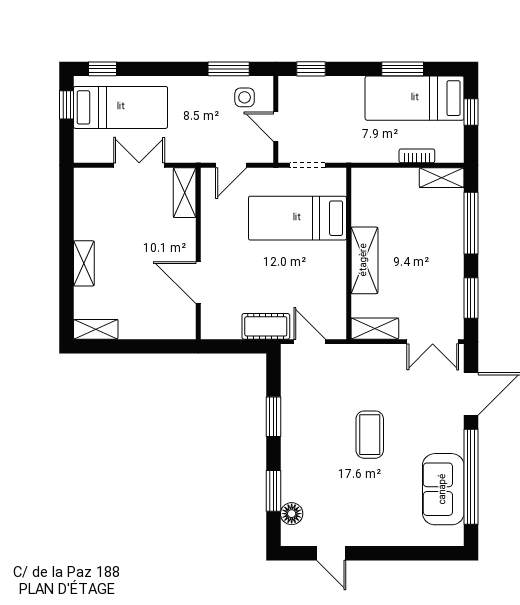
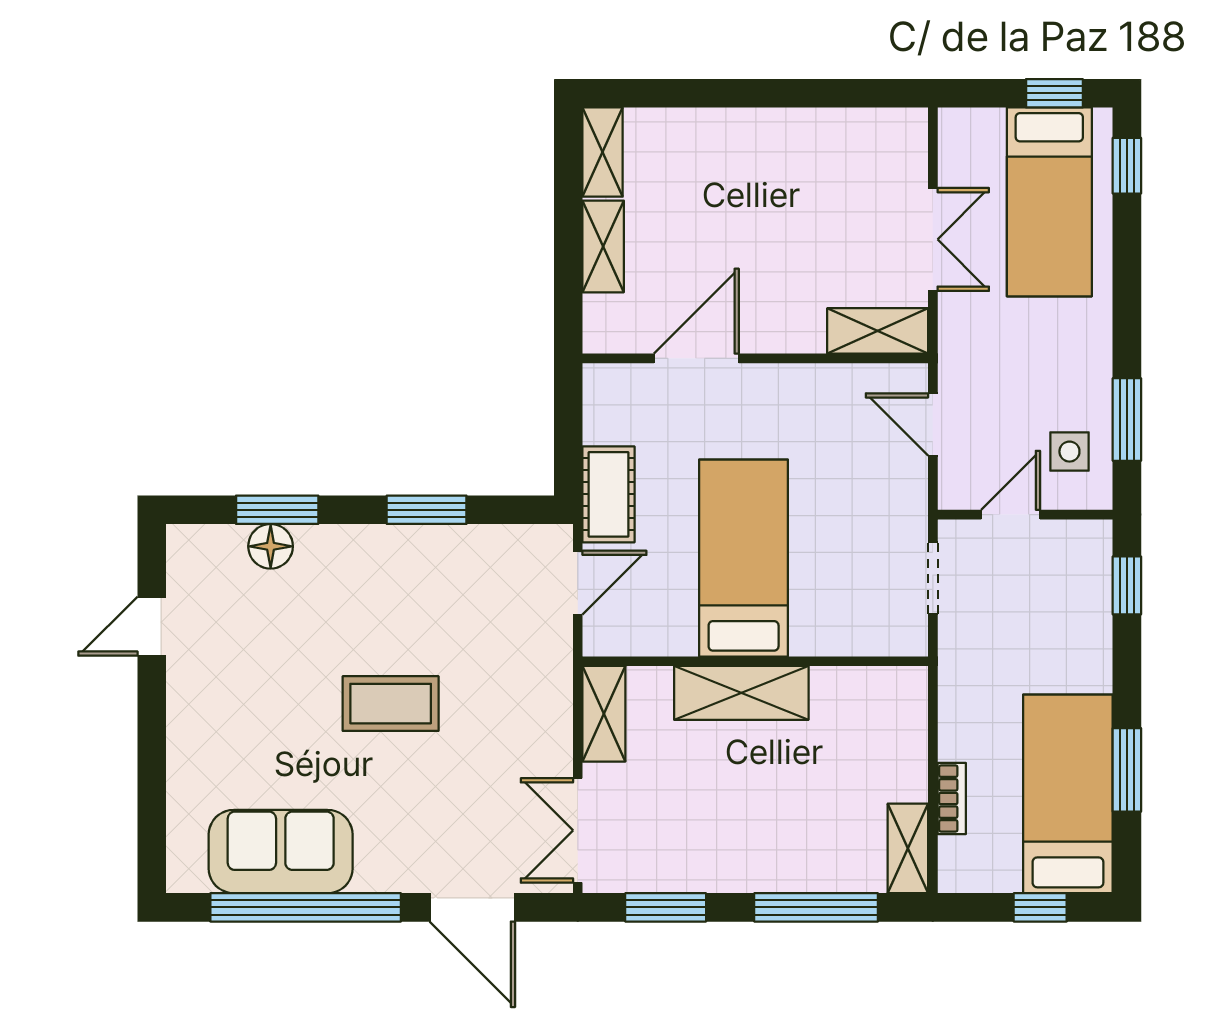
bed: (297, 218) -> (744, 558), moved
shelving: (84, 263) -> (603, 246), moved, turned 90
floor lamp: (292, 514) -> (271, 546), moved

